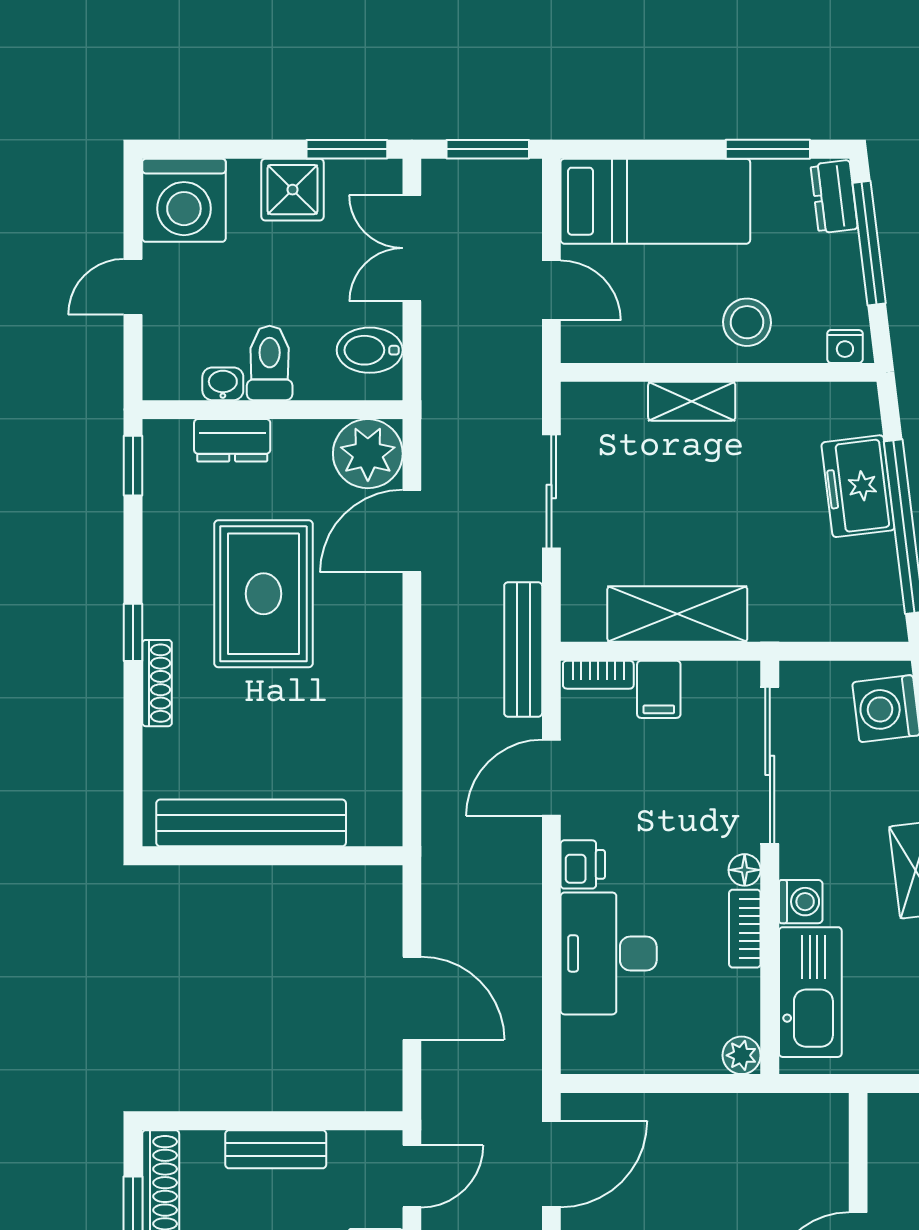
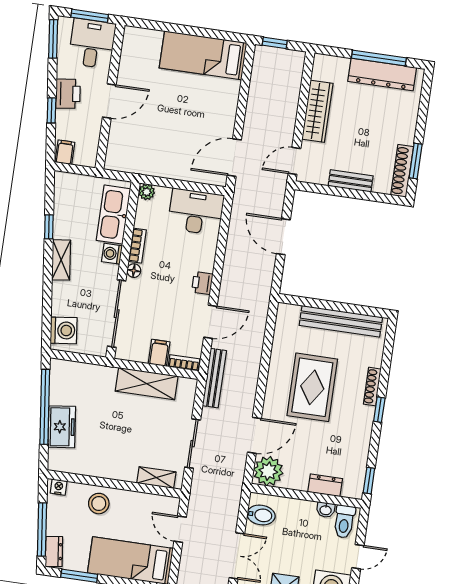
toilet: (270, 363) -> (344, 522), moved
shelving: (692, 401) -> (156, 478), moved
rug: (264, 594) -> (312, 387), moved
desk: (609, 953) -> (196, 212), moved, turned -90

